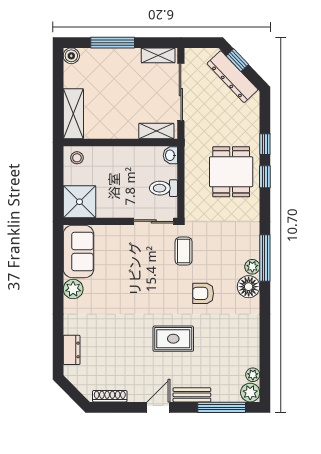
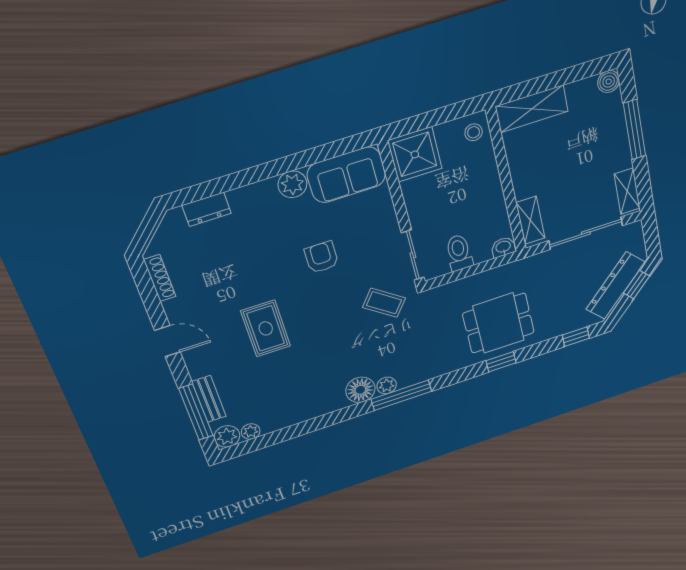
window: (265, 144) -> (576, 337), moved
coffee table: (184, 251) -> (384, 303), turned 37
armchair: (203, 293) -> (321, 257), moved
bench: (192, 395) -> (209, 399), moved

